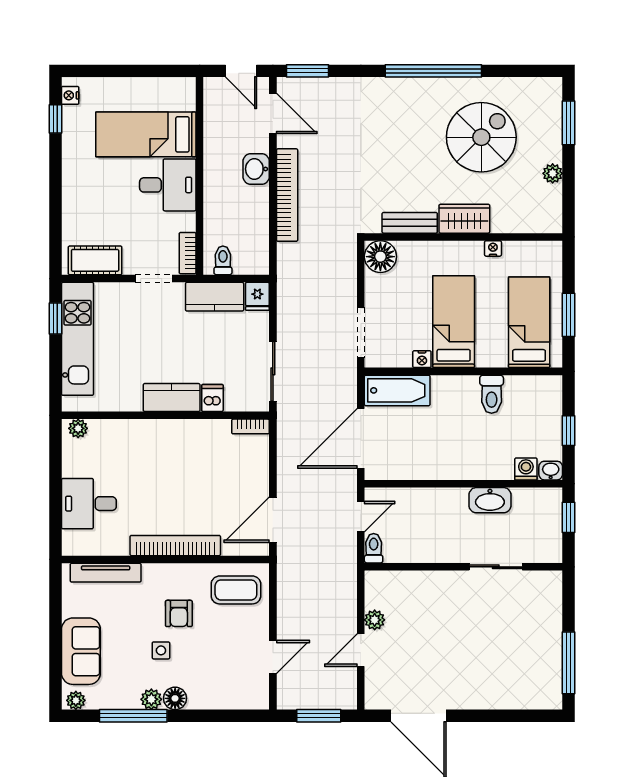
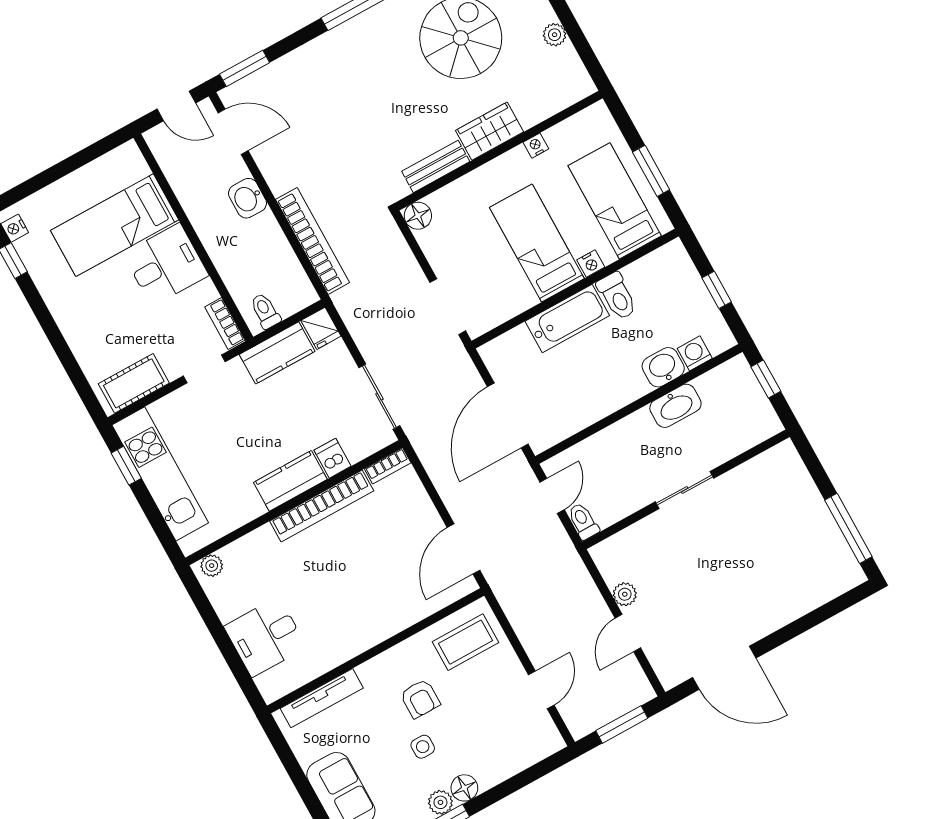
bookcase: (287, 195) -> (313, 241), moved
floor lamp: (380, 257) -> (418, 216), width x0.73, depth x0.73
nightstand: (422, 359) -> (591, 264), moved
bathtub: (397, 390) -> (567, 318), moved
washbasin: (551, 471) -> (663, 367), moved, width x1.38, depth x1.45
bookcase: (175, 546) -> (322, 506), moved, turned 180
sliding door: (496, 567) -> (685, 490), moved

